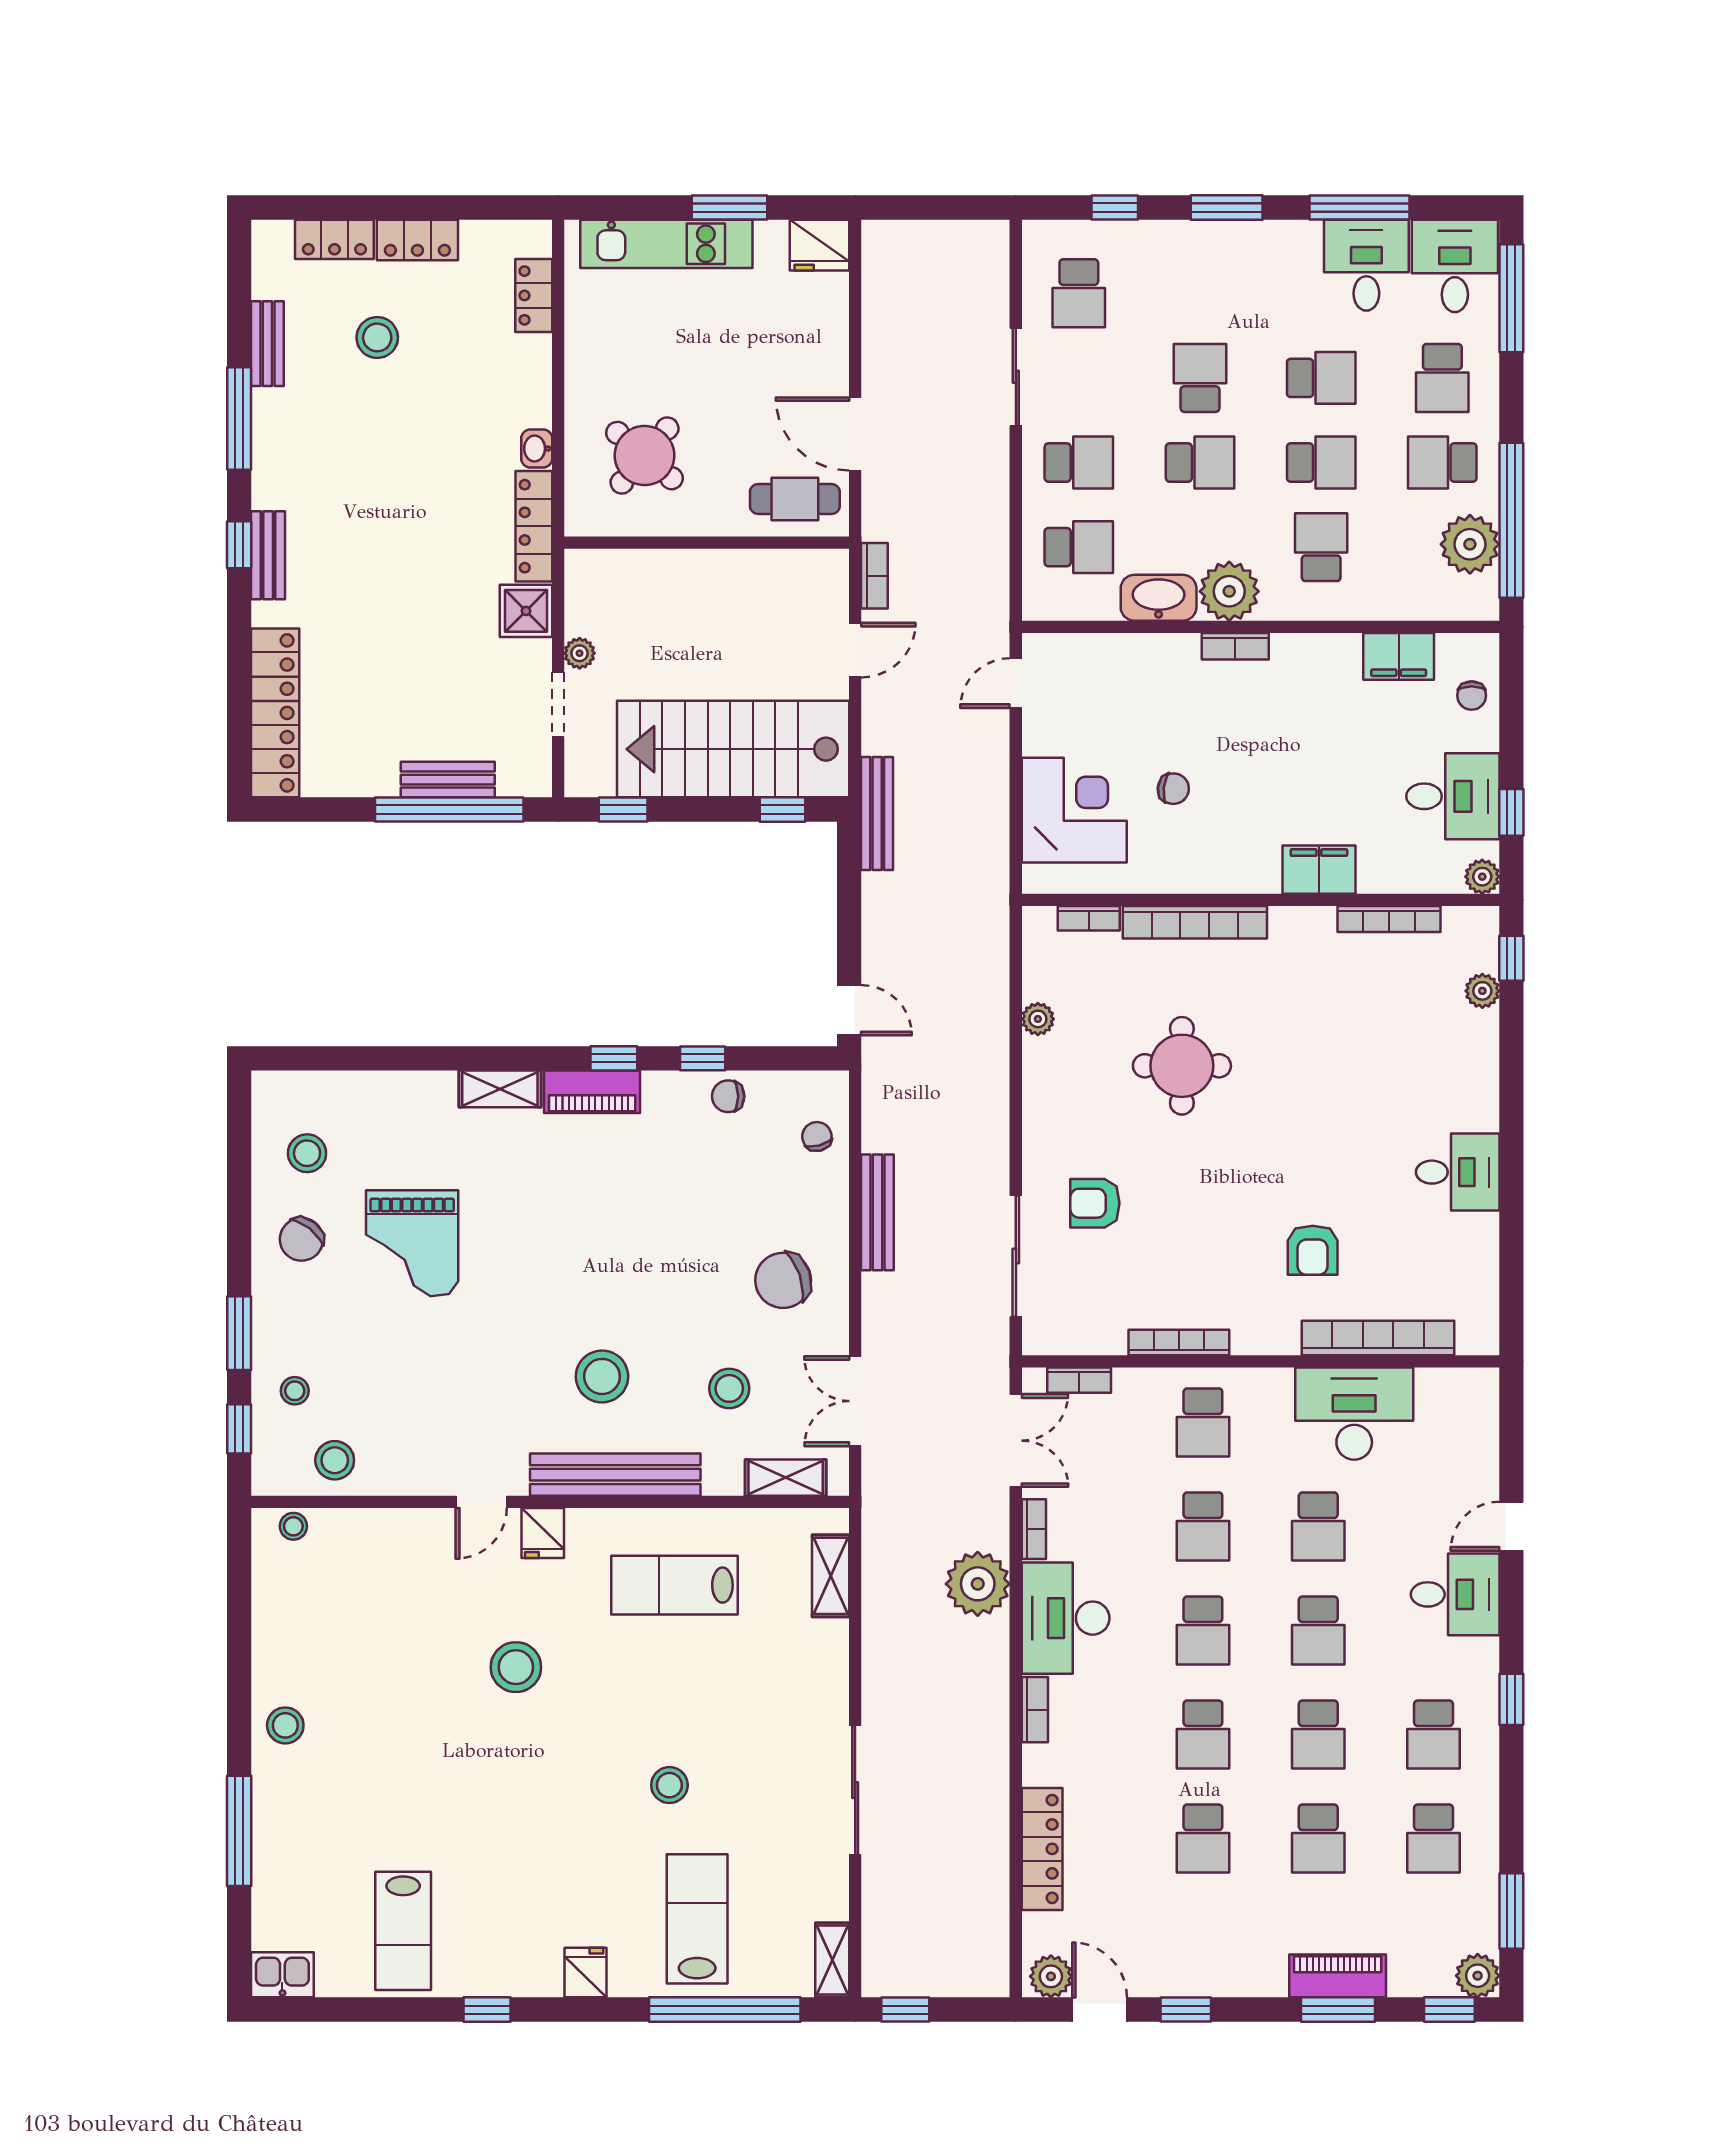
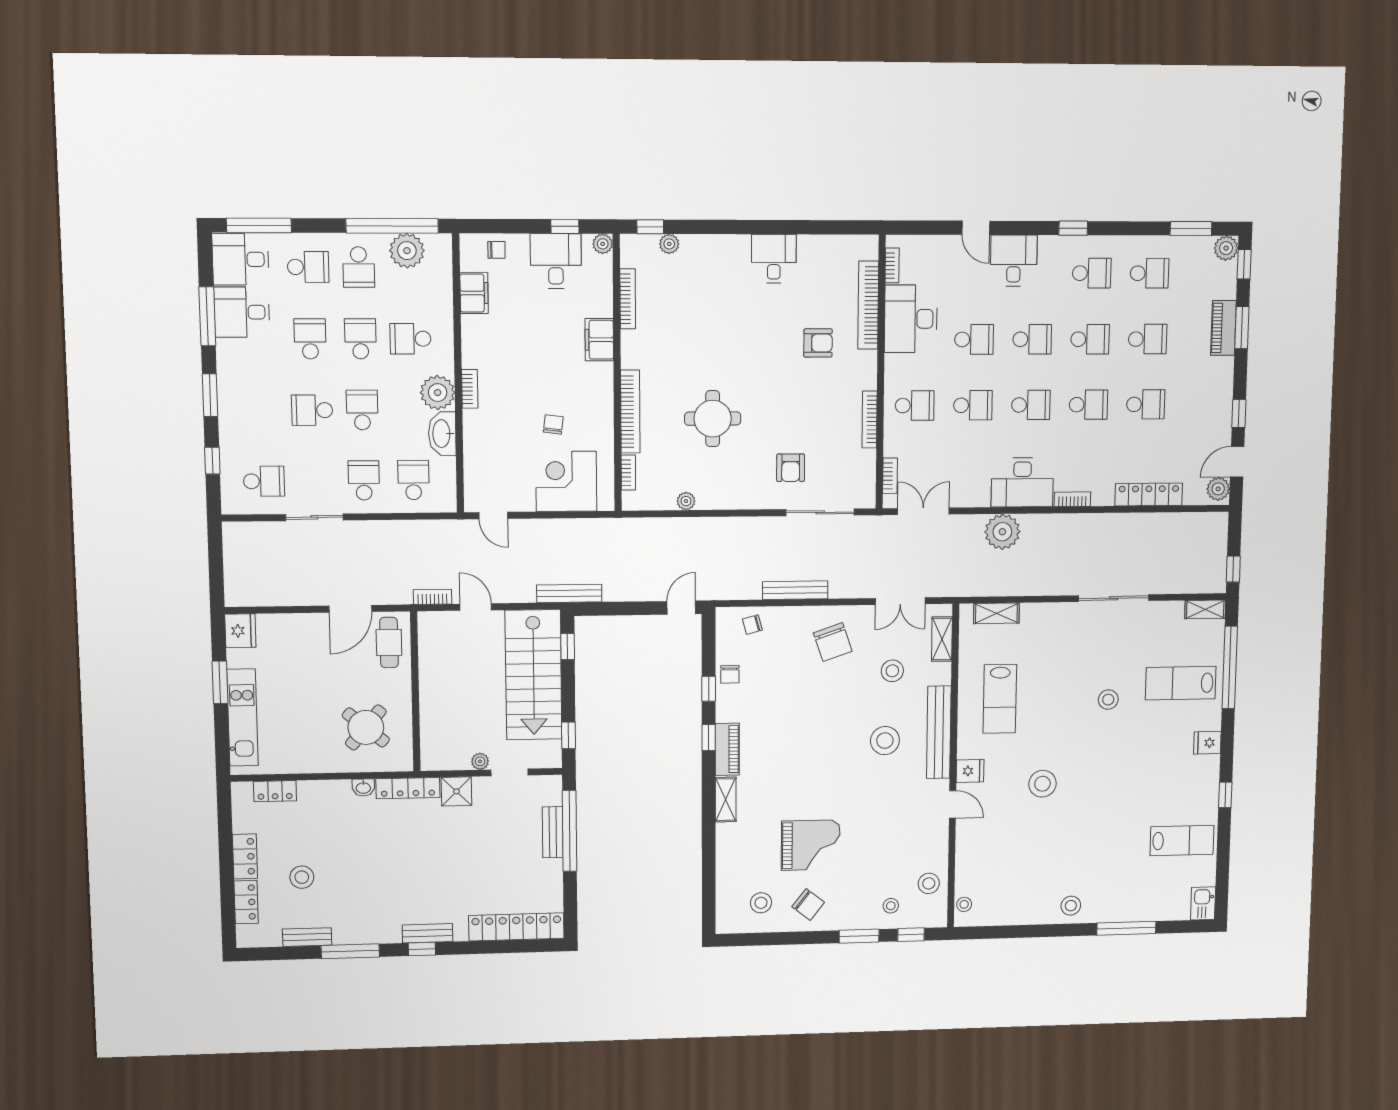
bookcase: (1034, 1529) -> (892, 265), moved, turned 90

